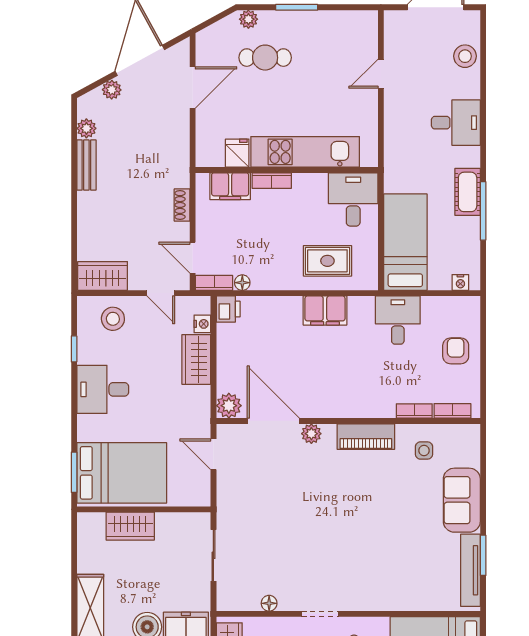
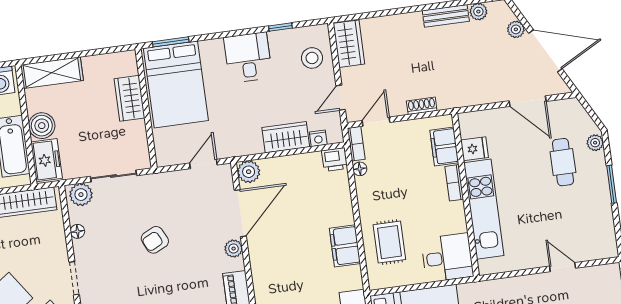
armchair: (290, 519) -> (155, 240), added
plant: (229, 594) -> (81, 195), added

